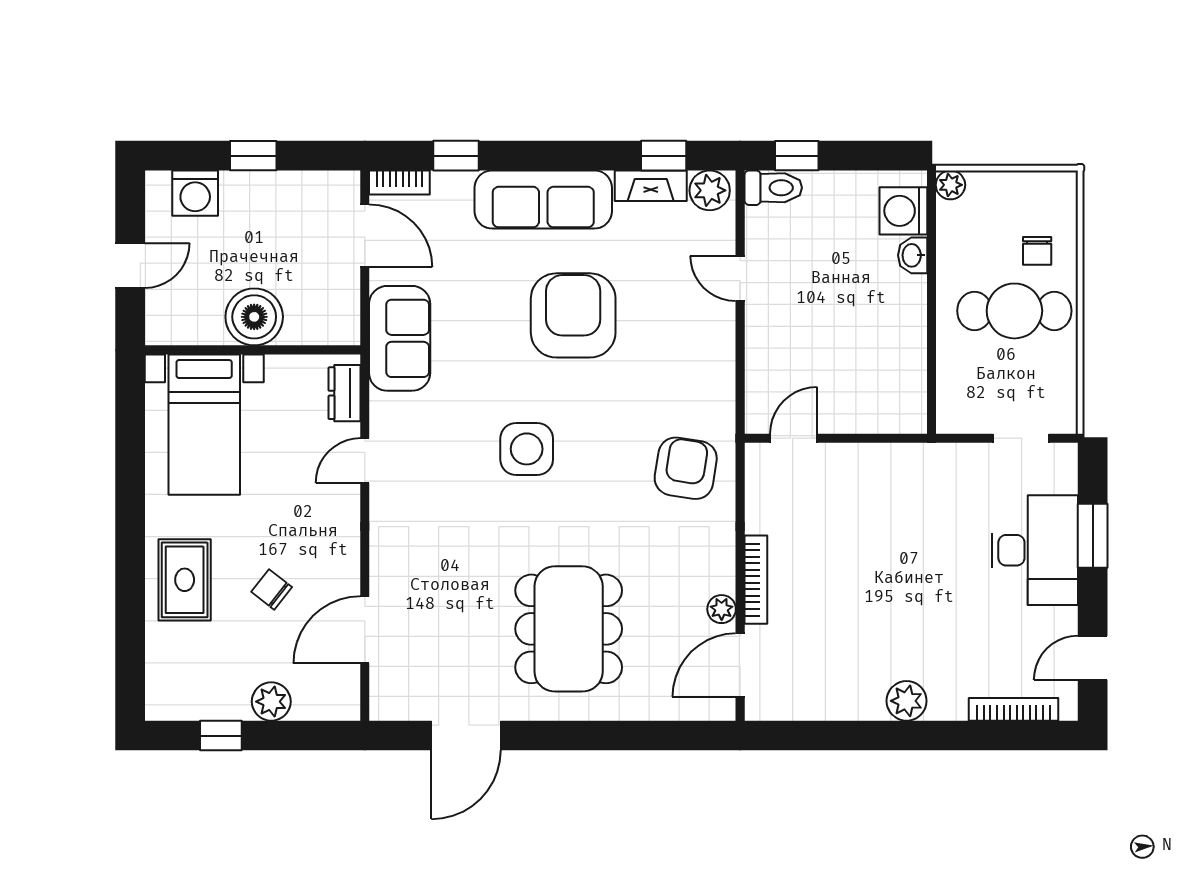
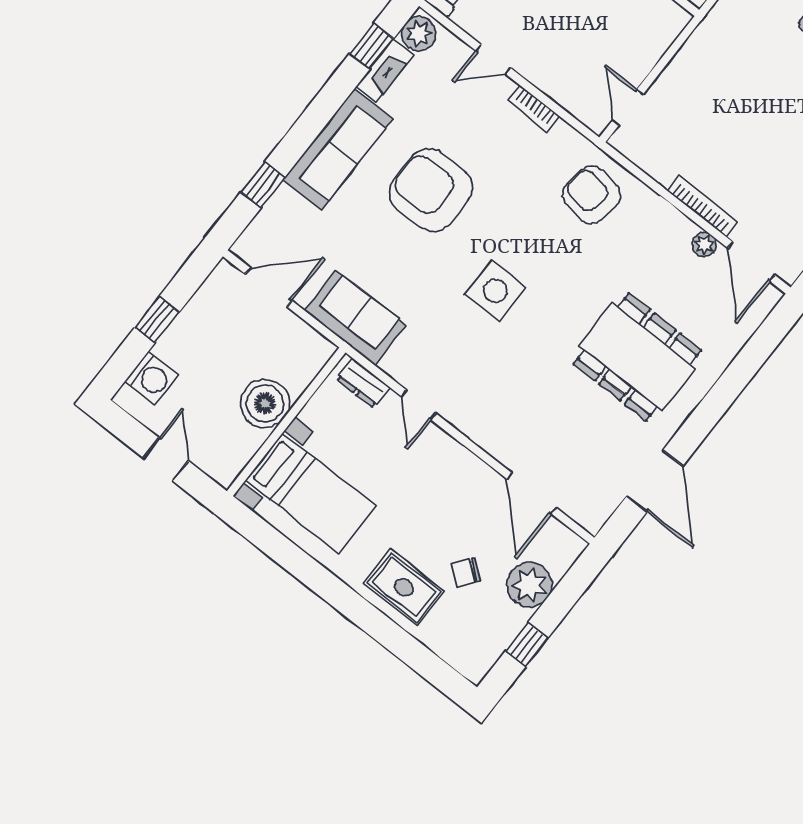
bookcase: (399, 182) -> (533, 108), moved, turned 90
chair: (272, 589) -> (466, 572), moved
plant: (271, 702) -> (529, 585), width x1.36, depth x1.36

